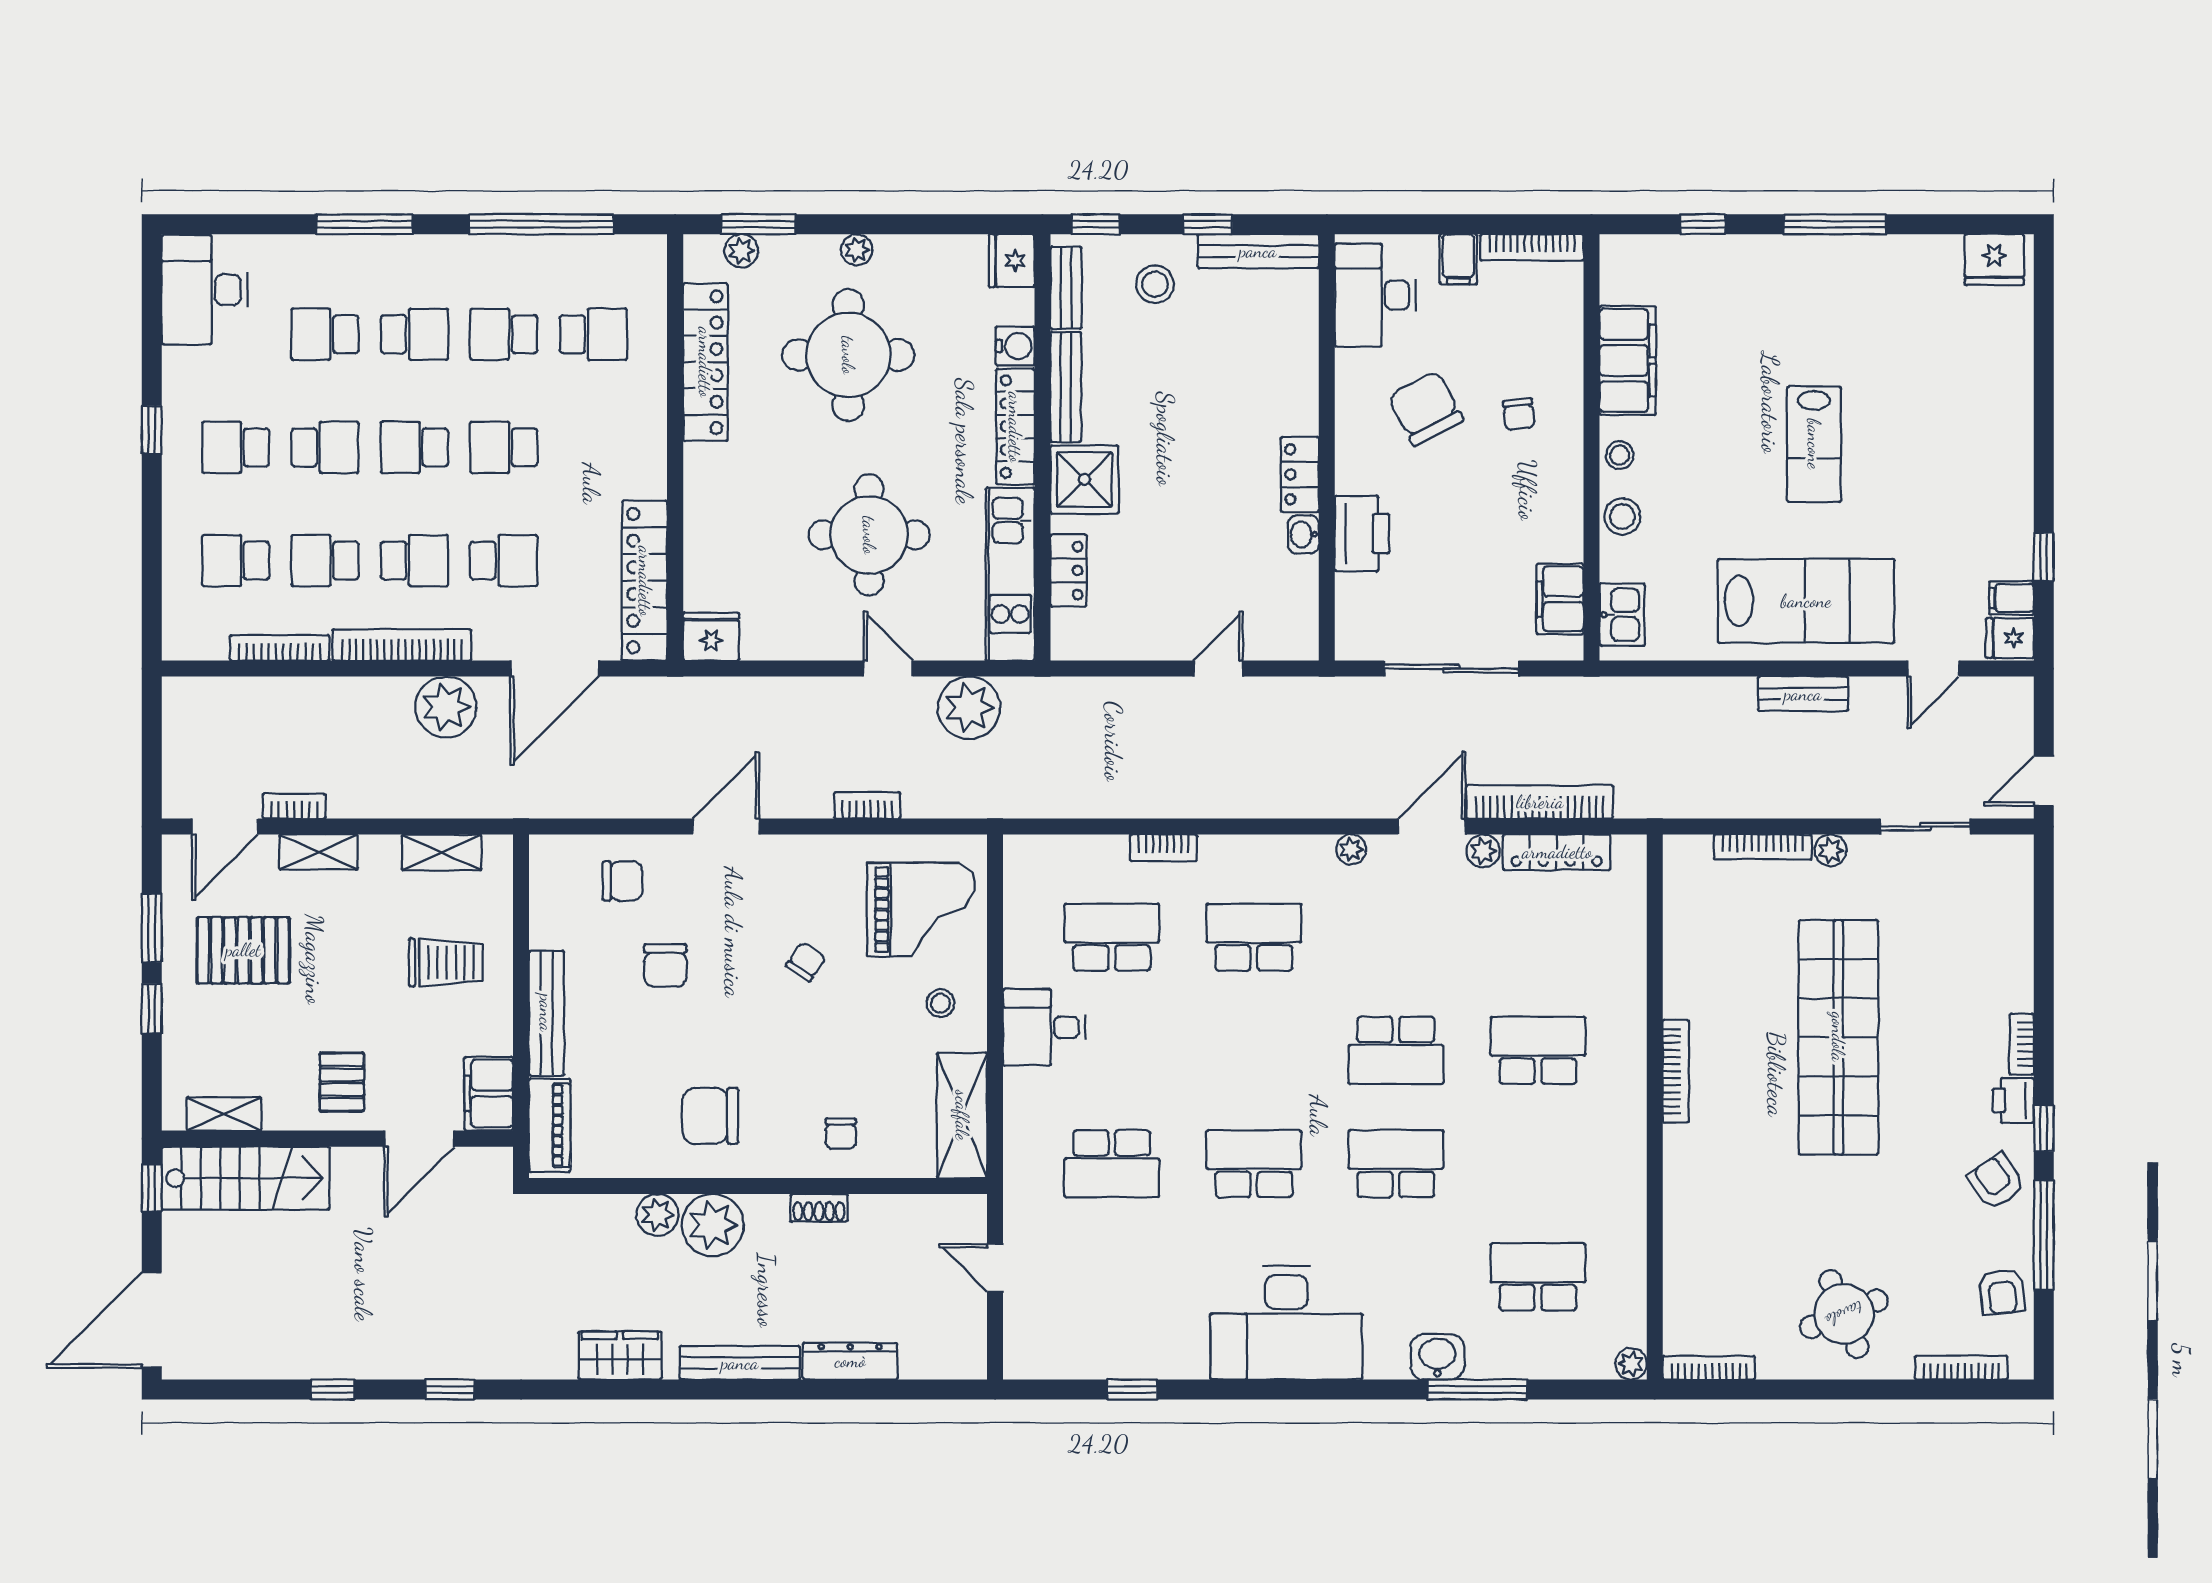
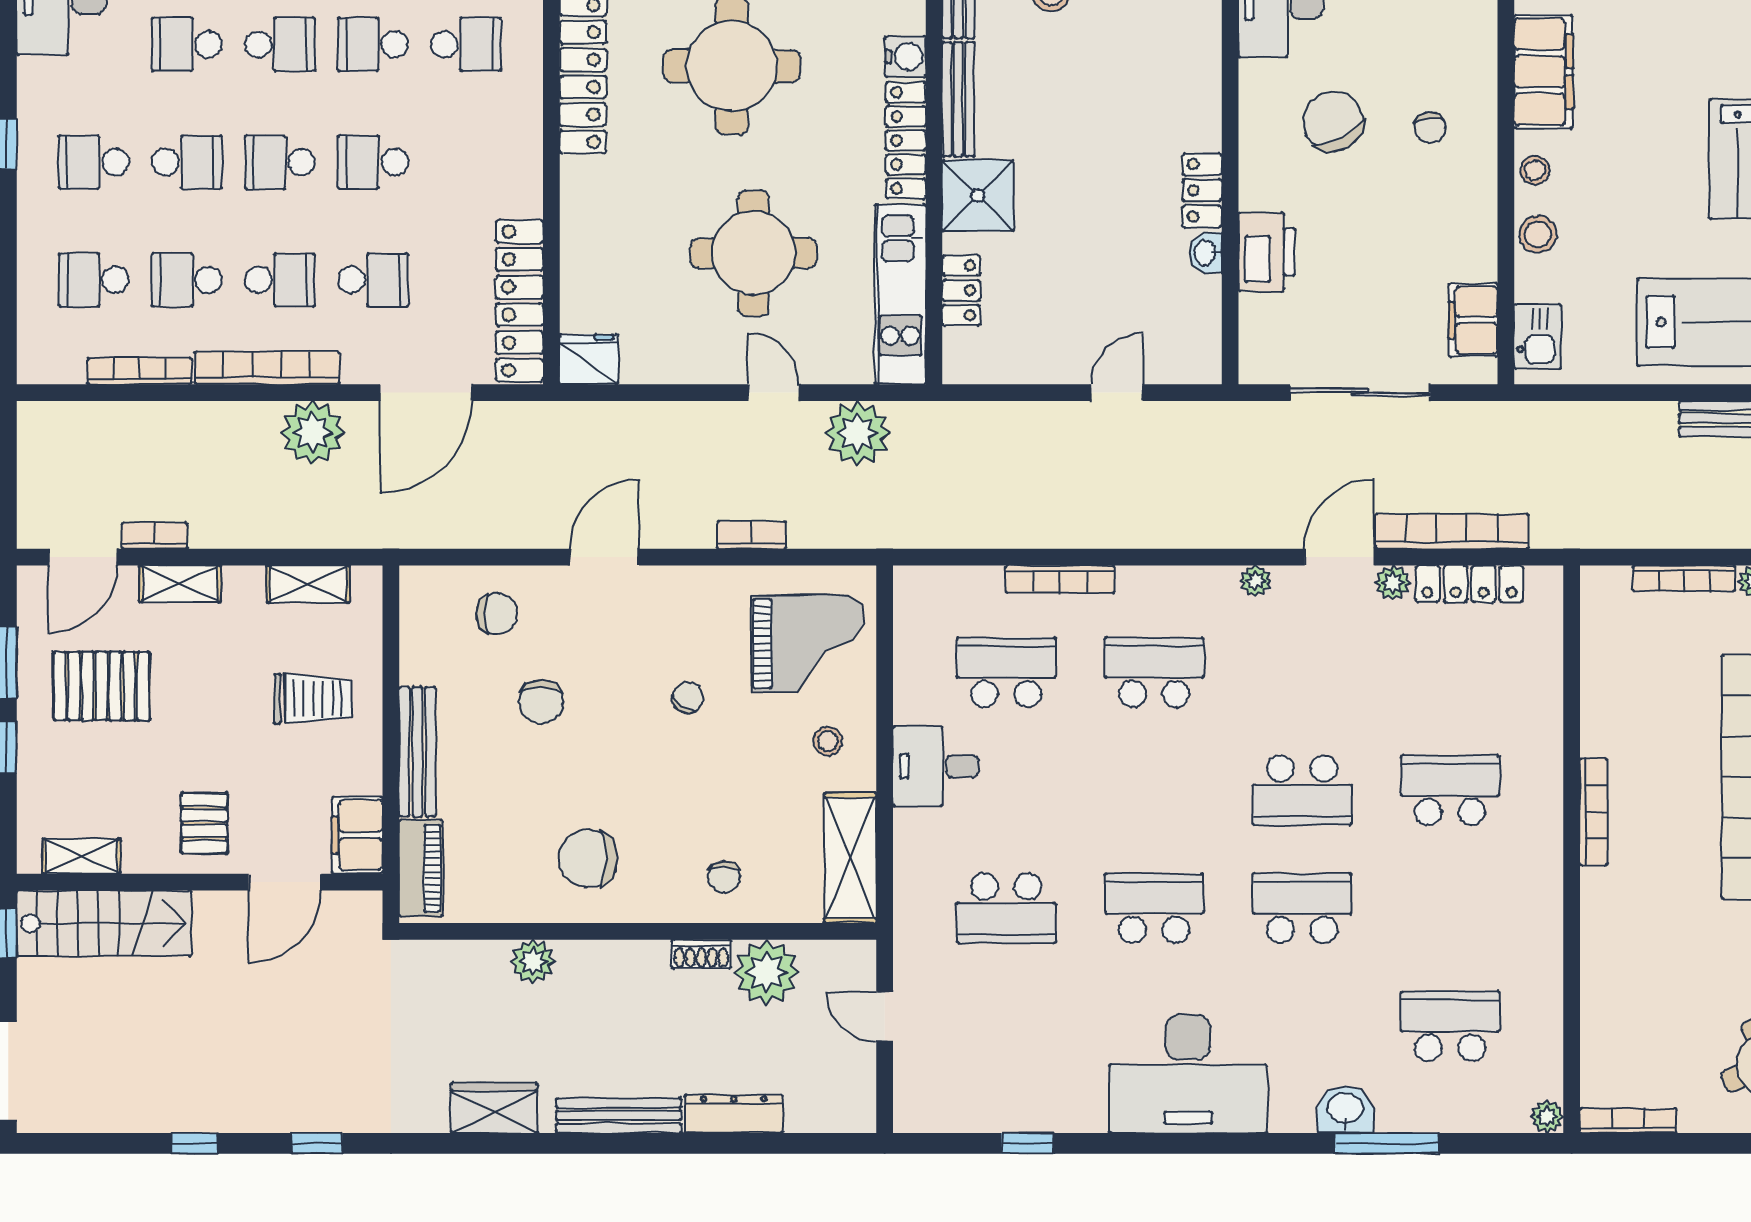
bookcase: (1163, 848) -> (1060, 579), width x1.56
plant: (713, 1225) -> (767, 972), moved

